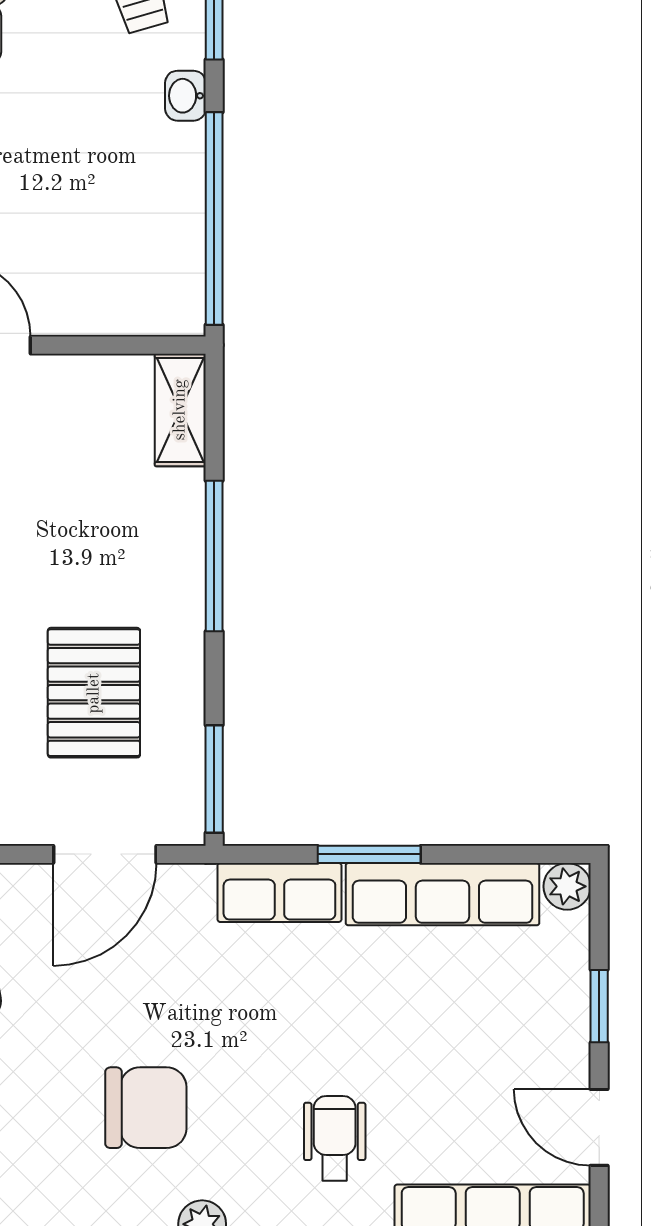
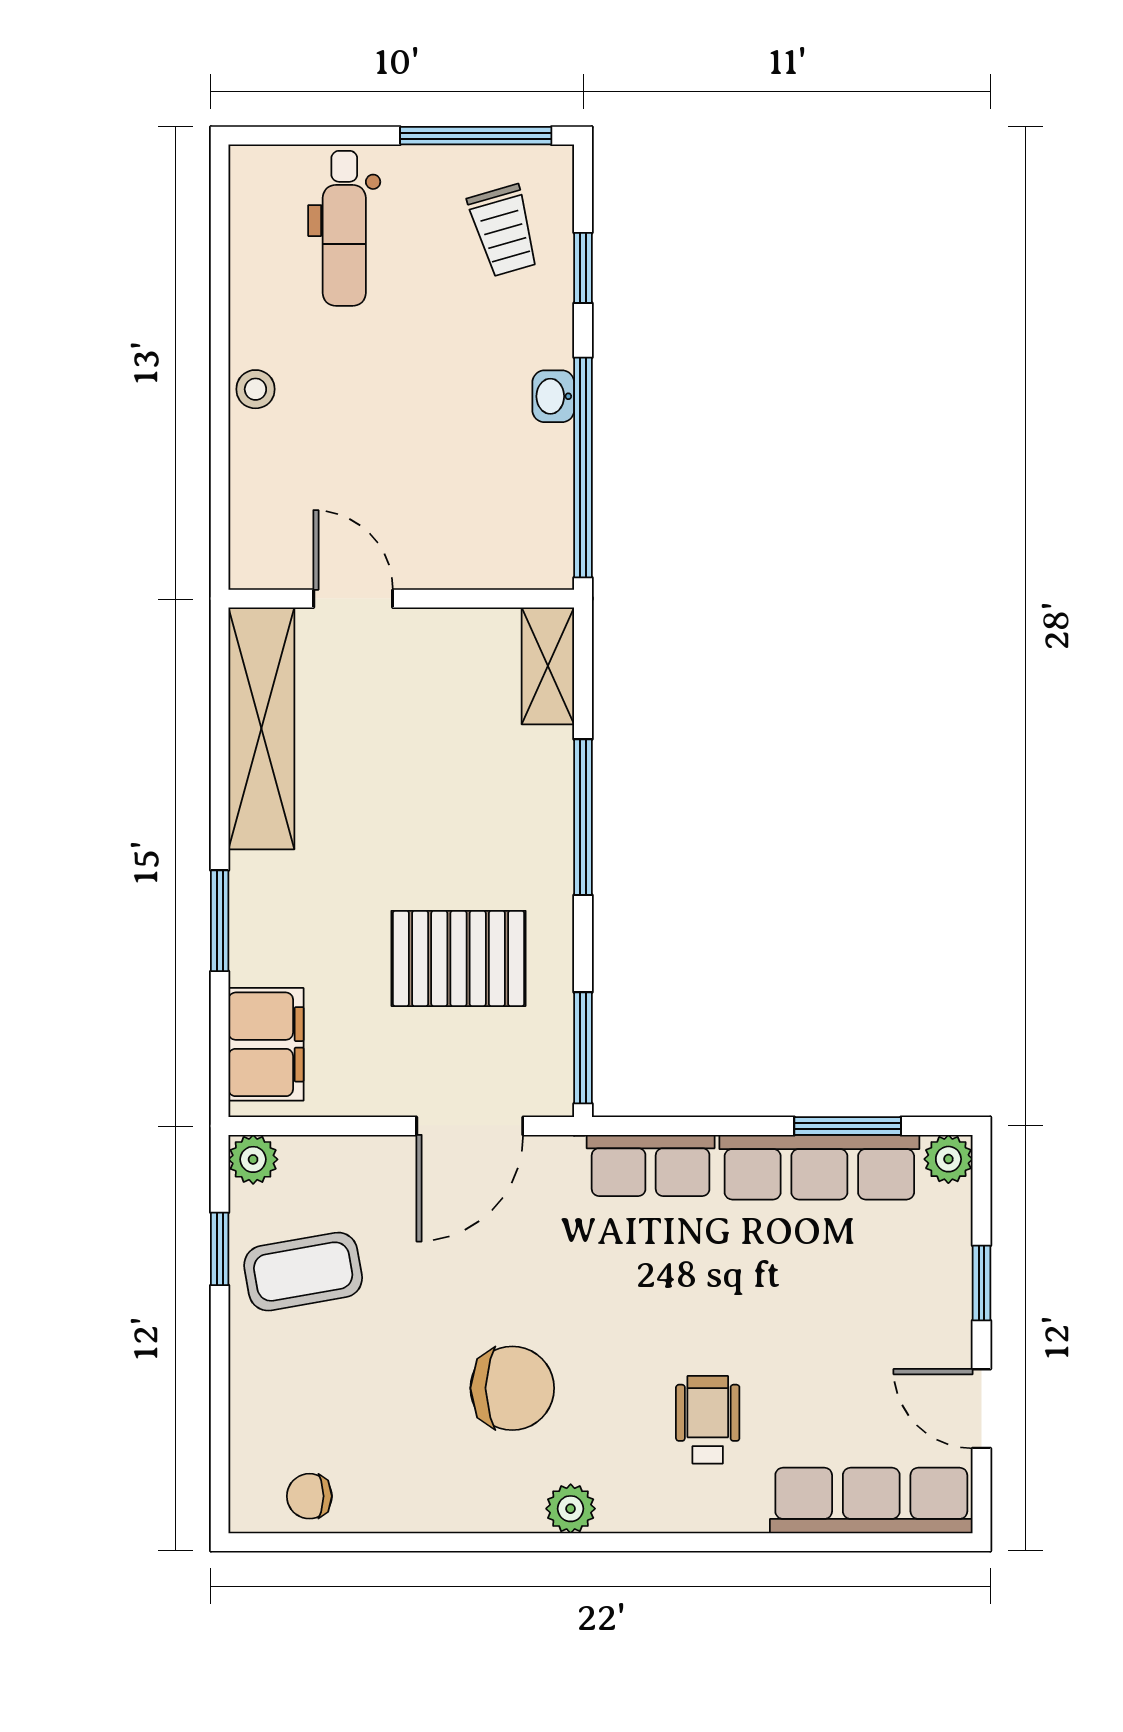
washbasin: (185, 96) -> (553, 396), moved
pallet: (94, 693) -> (459, 958), turned 90
window: (369, 854) -> (848, 1126), moved

